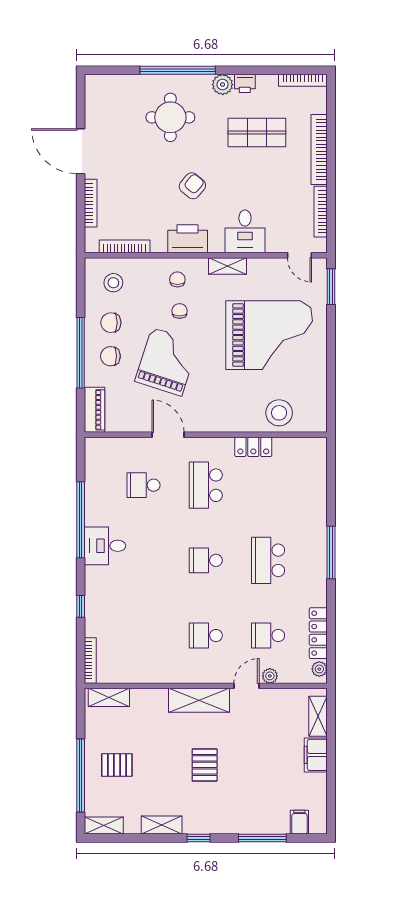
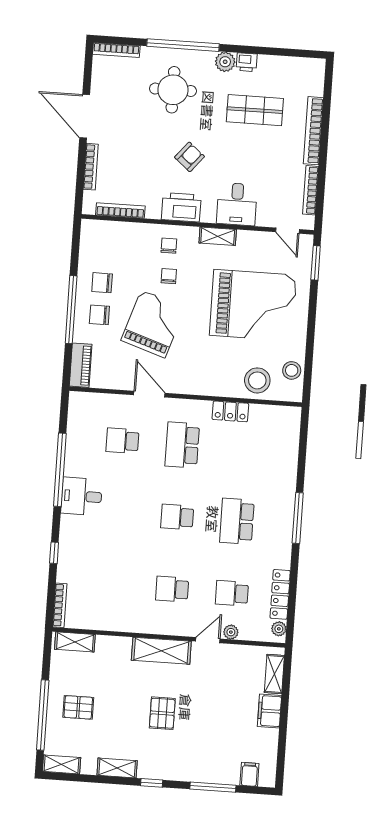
bookcase: (303, 80) -> (116, 50), moved
stool: (113, 283) -> (292, 370), moved

